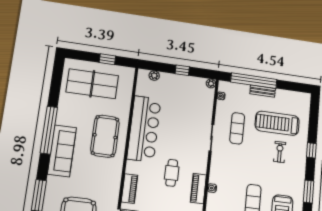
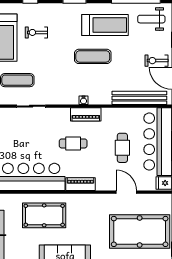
piano: (129, 189) -> (80, 184), moved

